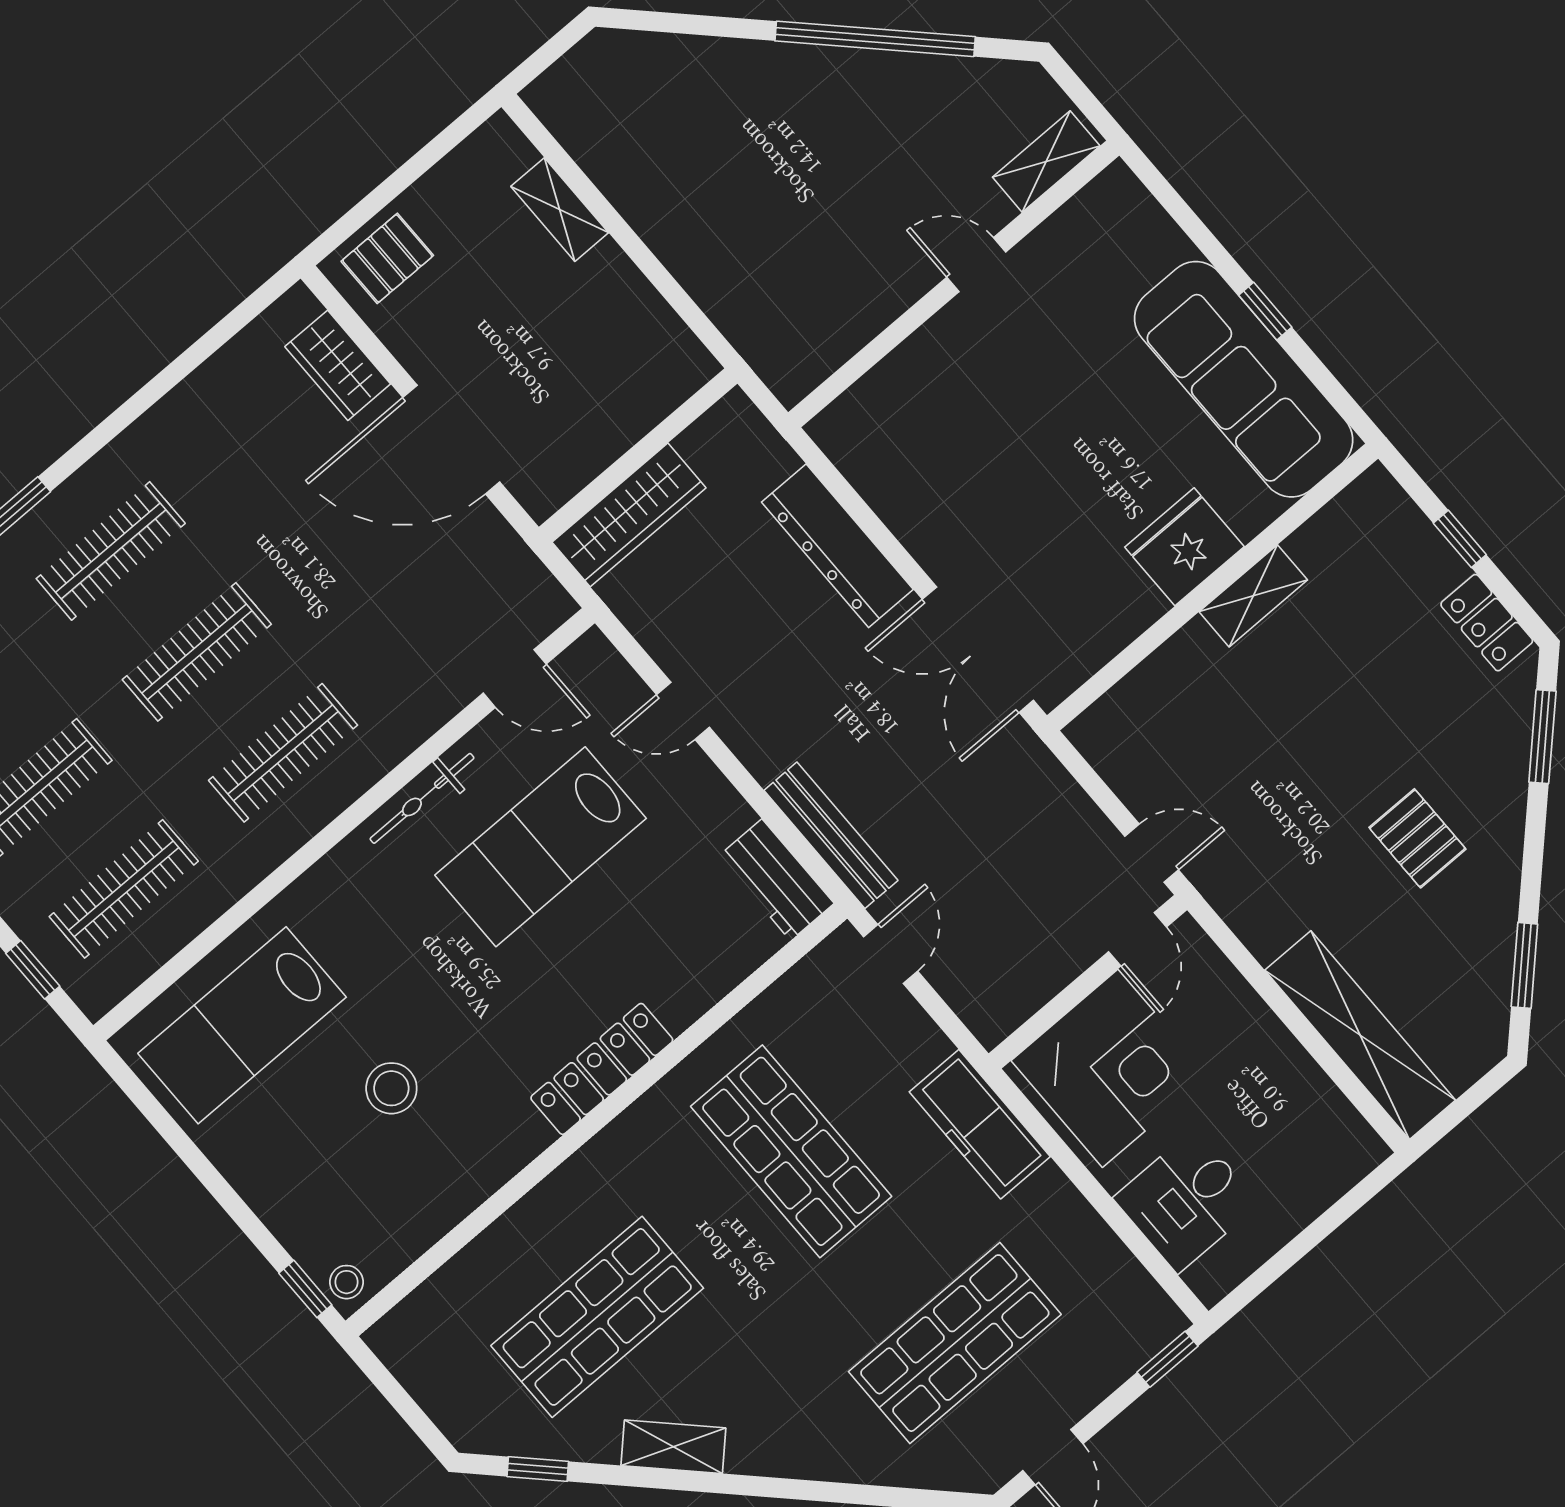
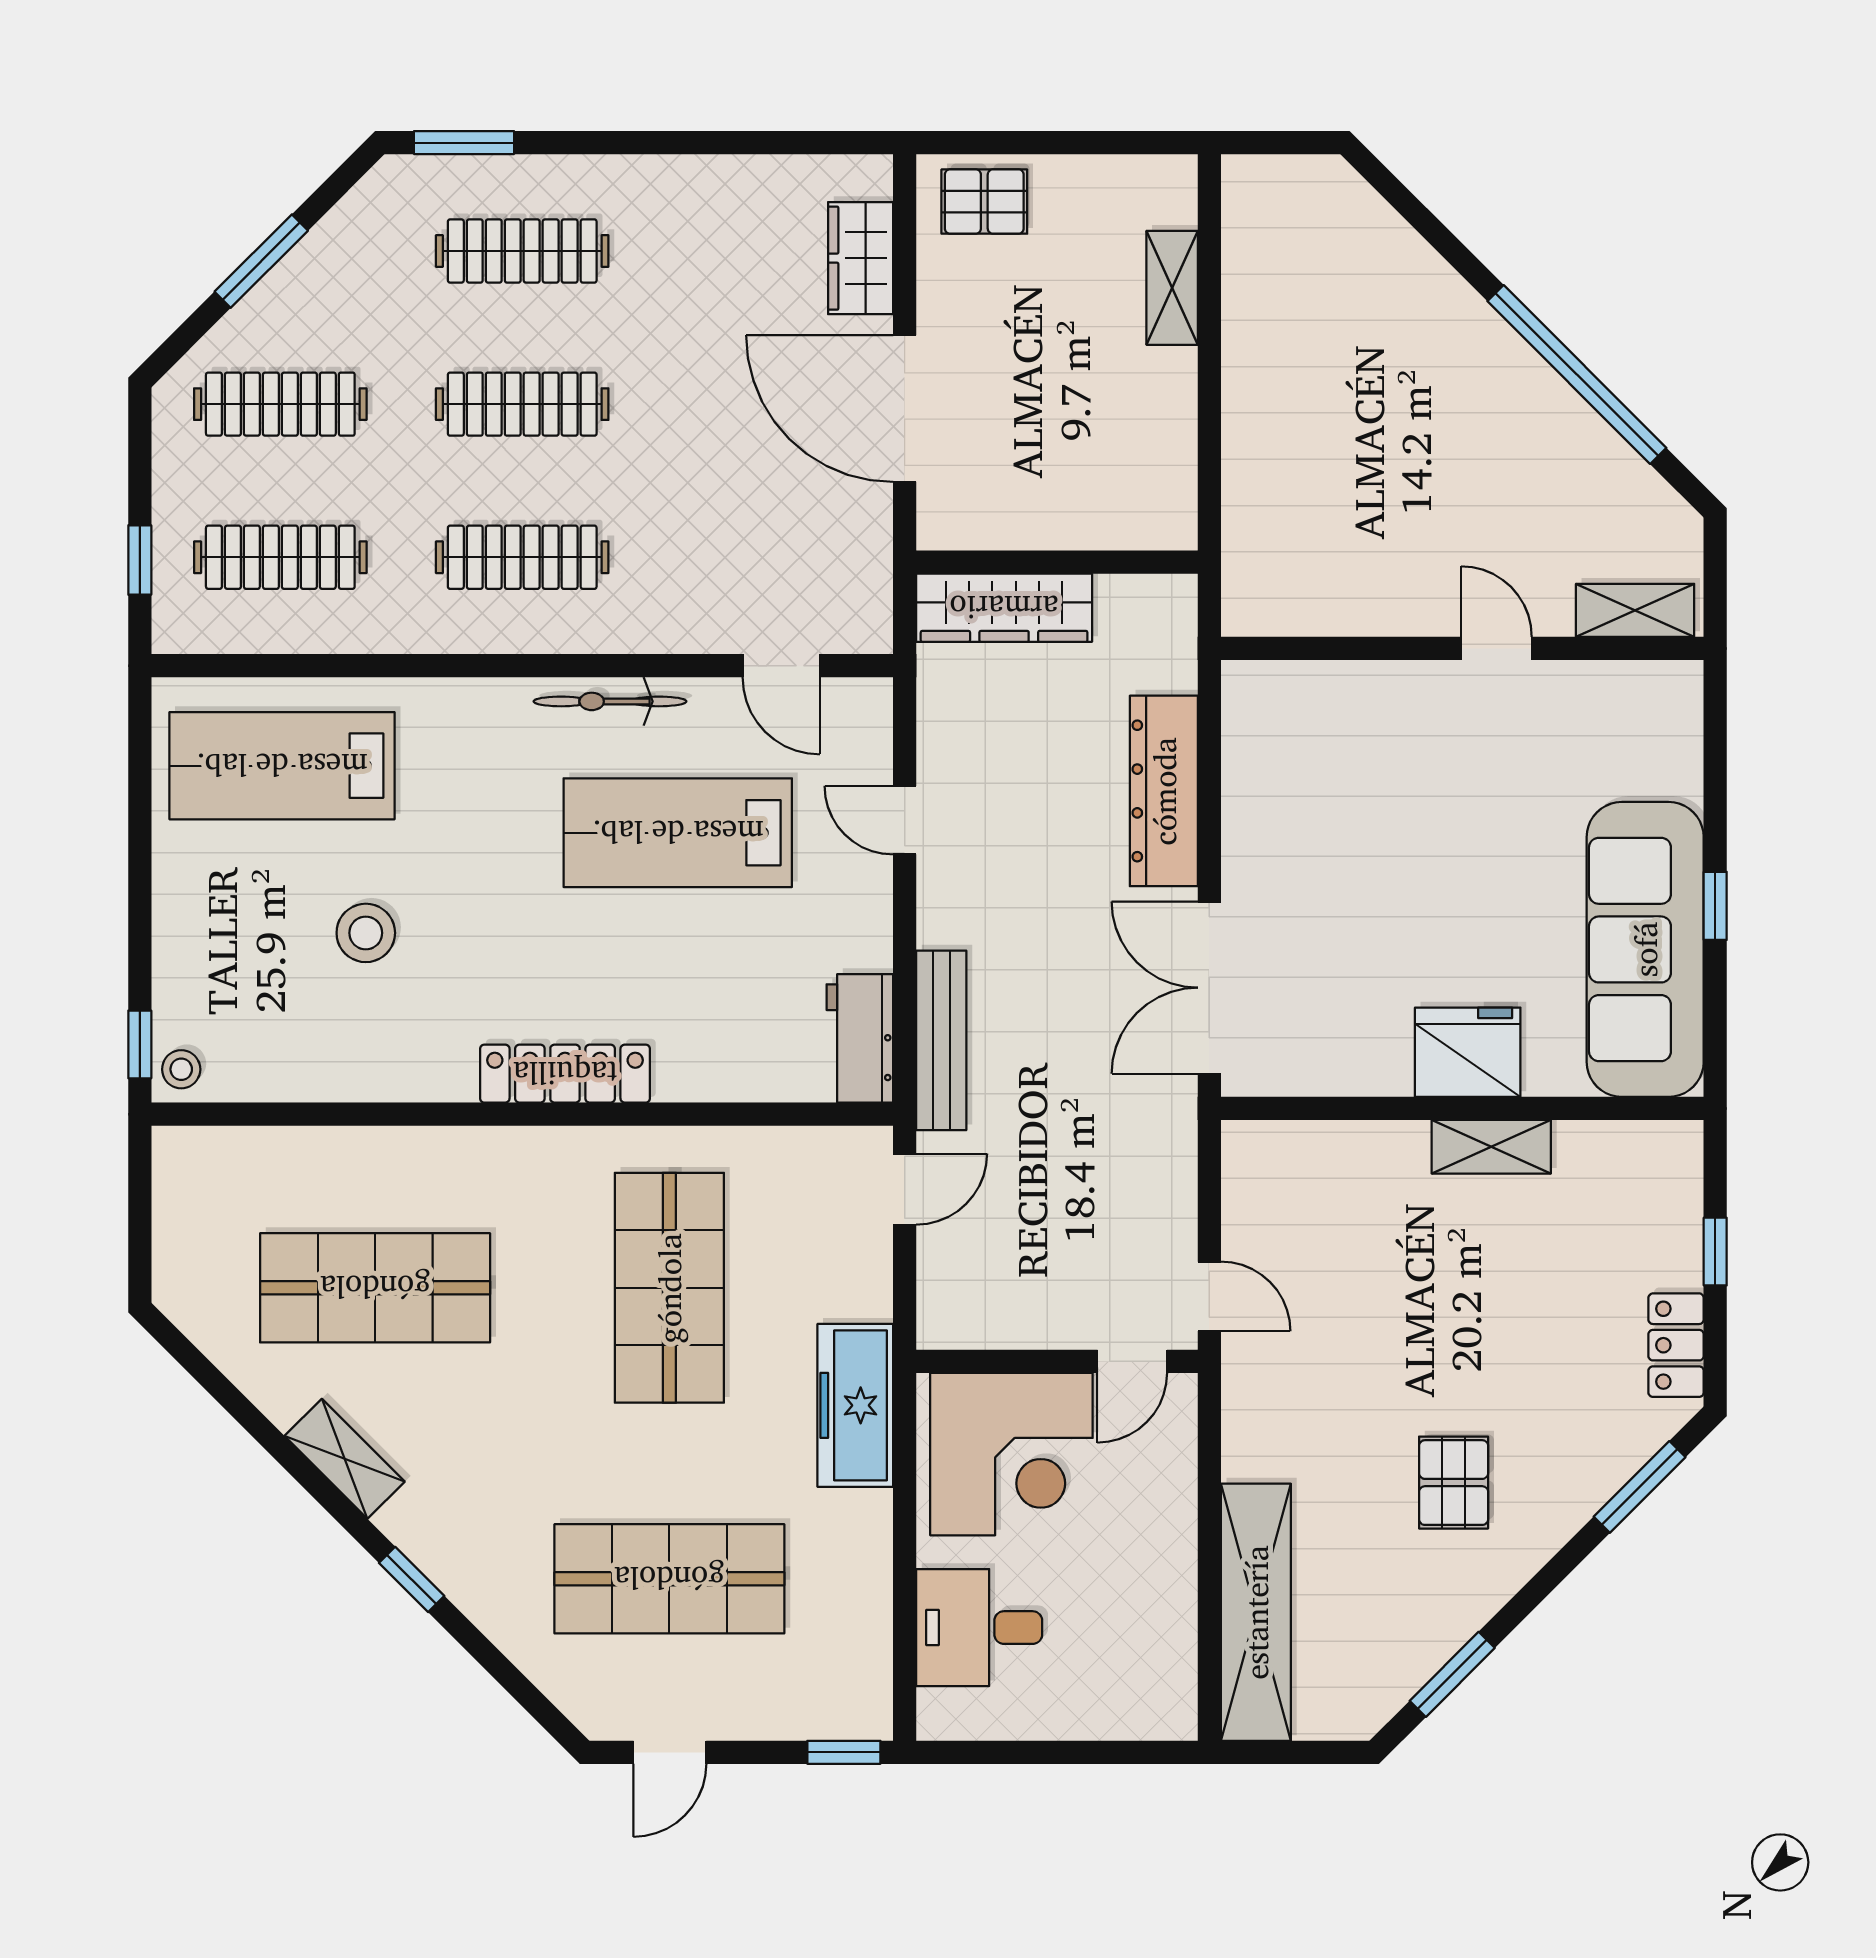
window: (538, 1469) -> (412, 1579), moved

